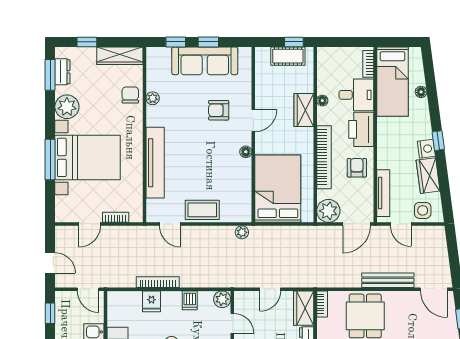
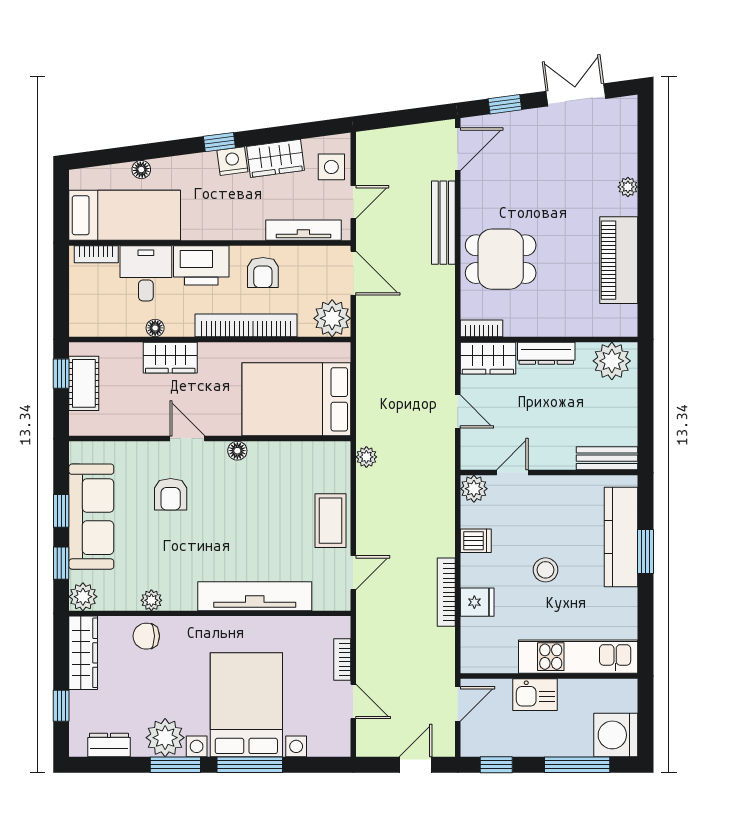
plant: (155, 56) -> (83, 597), added
window: (50, 75) -> (175, 765), moved
armchair: (357, 168) -> (263, 273), turned -90

